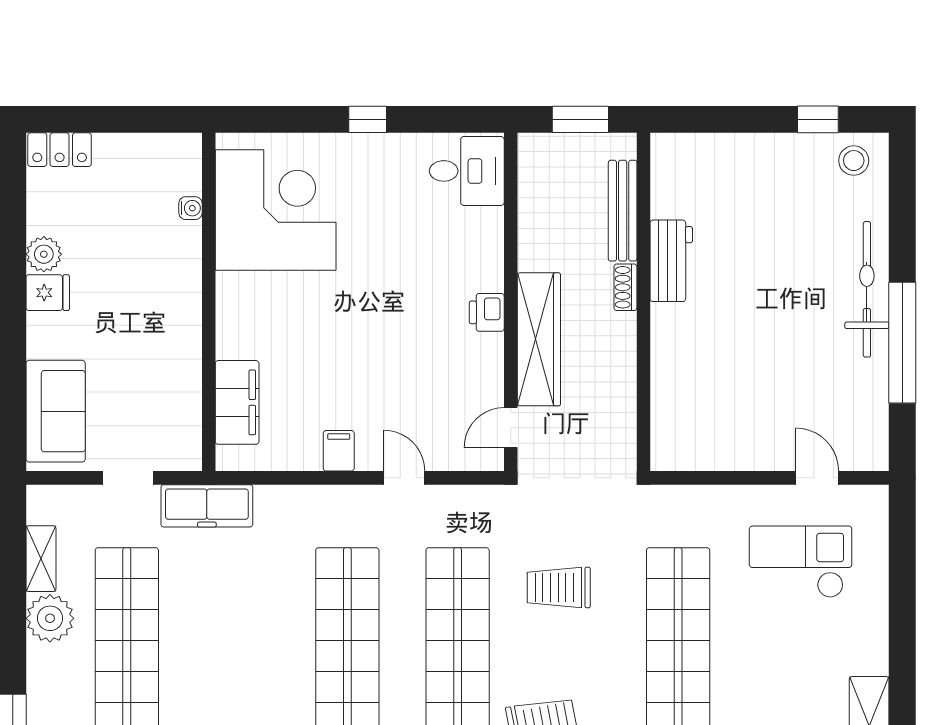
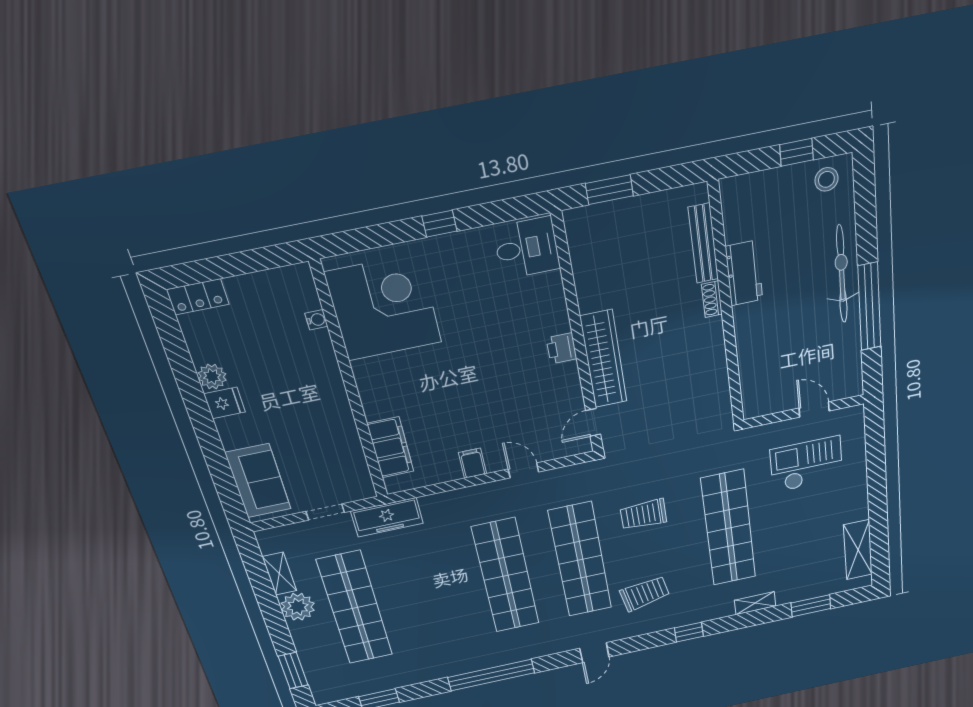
bench: (623, 211) -> (703, 243), moved
workbench: (671, 261) -> (744, 273), moved
shoe rack: (625, 287) -> (712, 299), moved
wall: (643, 302) -> (726, 307), moved

